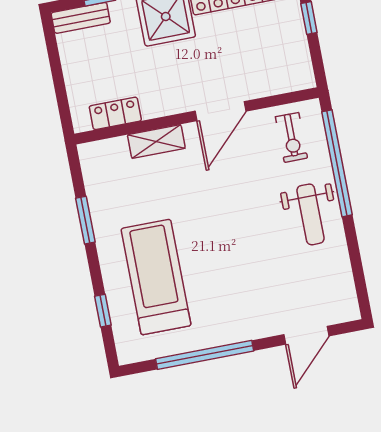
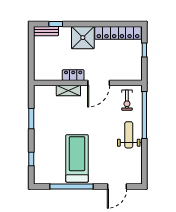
locker: (115, 113) -> (73, 75), moved
weight bench: (311, 214) -> (129, 135), turned 180
treadmill: (156, 277) -> (77, 158), moved

